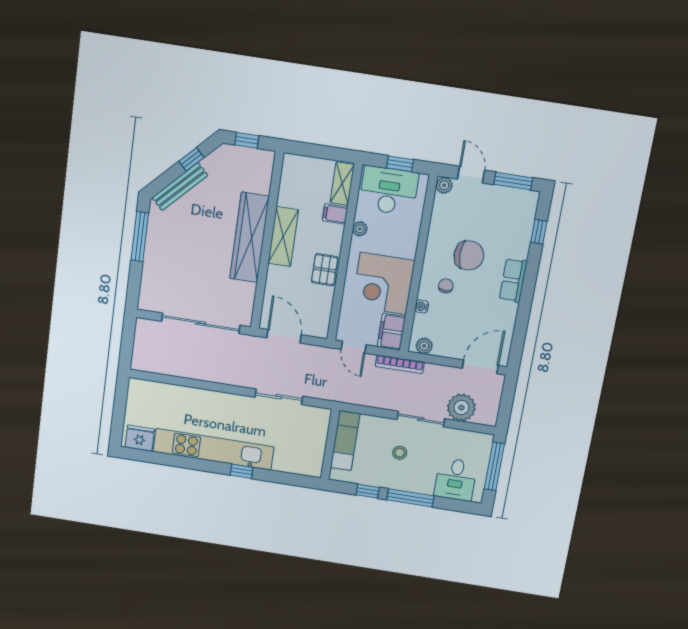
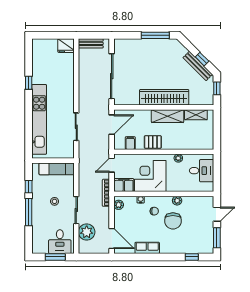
window: (400, 164) -> (217, 174), removed
shelving: (342, 184) -> (196, 115), moved
plant: (444, 185) -> (177, 201), moved
bench: (180, 187) -> (198, 66), moved
desk: (389, 191) -> (202, 171), width x0.73
filing cabinet: (335, 214) -> (130, 143), moved
row of seats: (513, 280) -> (147, 248), moved
bench: (140, 350) -> (91, 43), added
fridge: (140, 438) -> (66, 46), moved, turned 90
kitchen unit: (213, 449) -> (39, 119), moved
window: (494, 466) -> (55, 257), width x0.69
window: (241, 471) -> (29, 83), moved
desk: (456, 479) -> (60, 242), moved, turned -90

